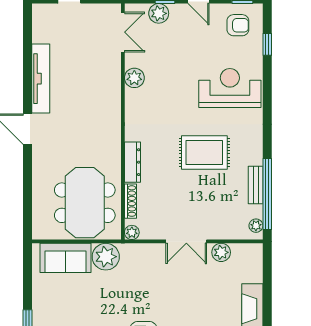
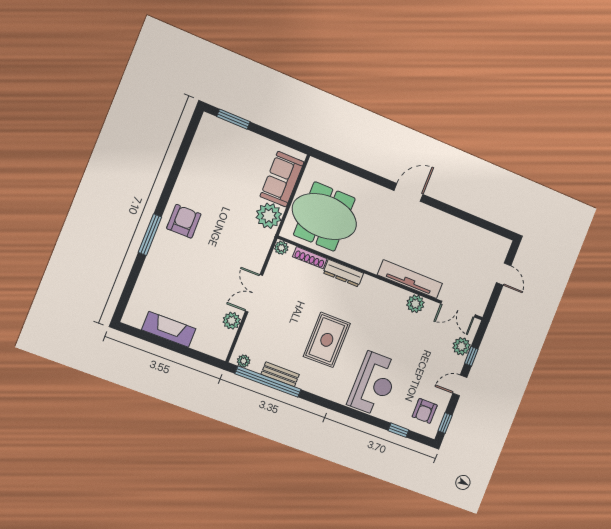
tv unit: (41, 79) -> (410, 279), moved, turned 180

